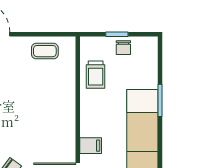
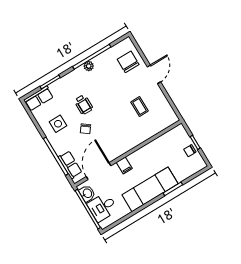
coffee table: (45, 51) -> (140, 106), moved
trolley: (96, 75) -> (165, 144), removed

